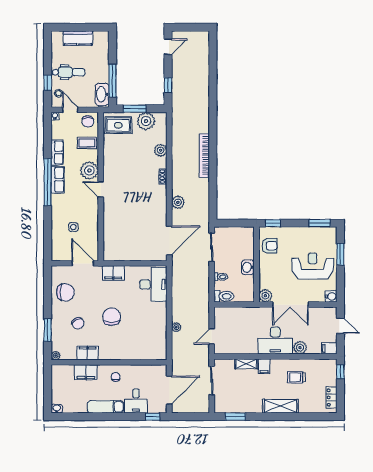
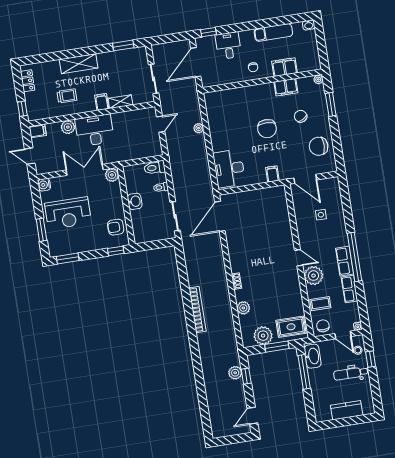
plant: (178, 202) -> (235, 373), moved
filing cabinet: (113, 273) -> (272, 174), width x0.50
exam couch: (106, 407) -> (273, 32), moved

